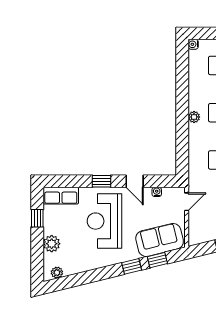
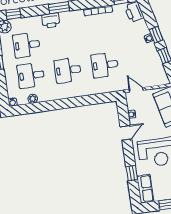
plant: (194, 117) -> (33, 99), moved
window: (101, 181) -> (132, 173), moved

